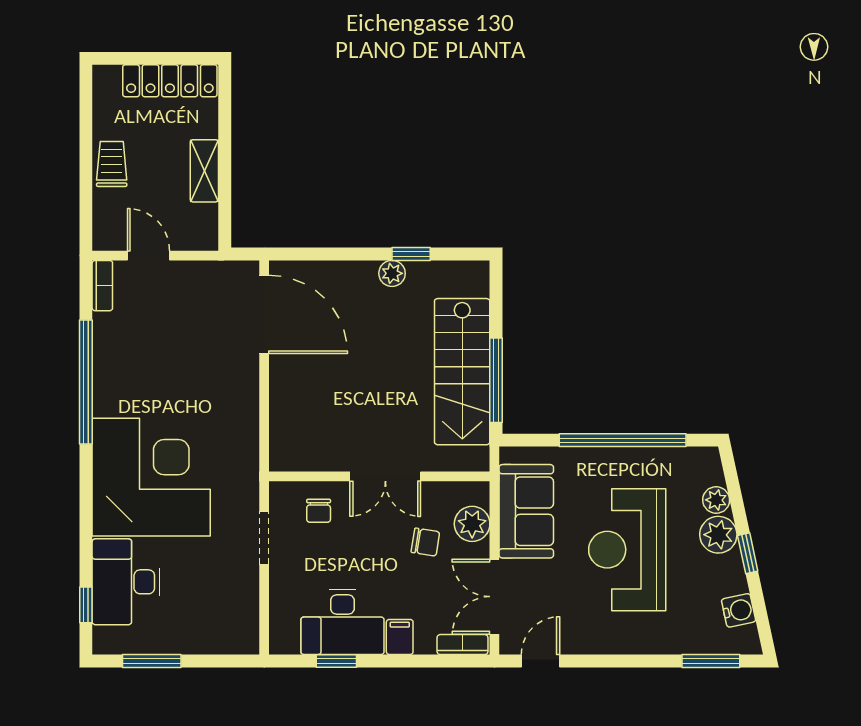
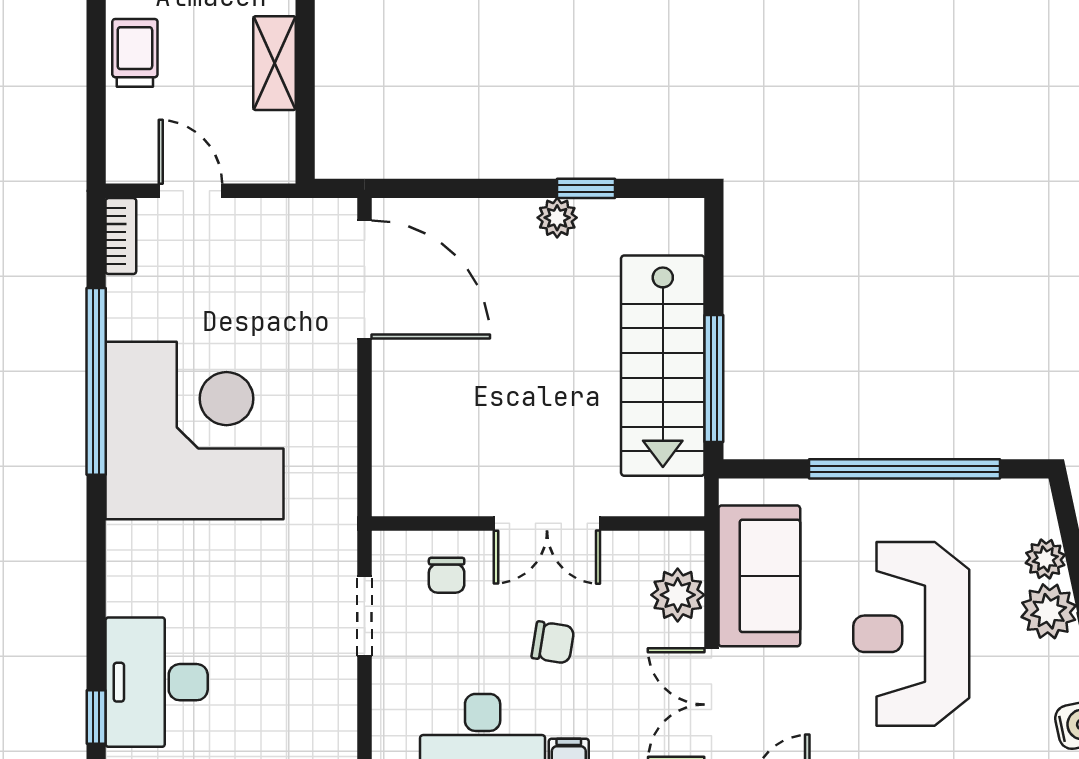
corner desk: (151, 477) -> (194, 431), moved
chair: (425, 542) -> (553, 642), moved

